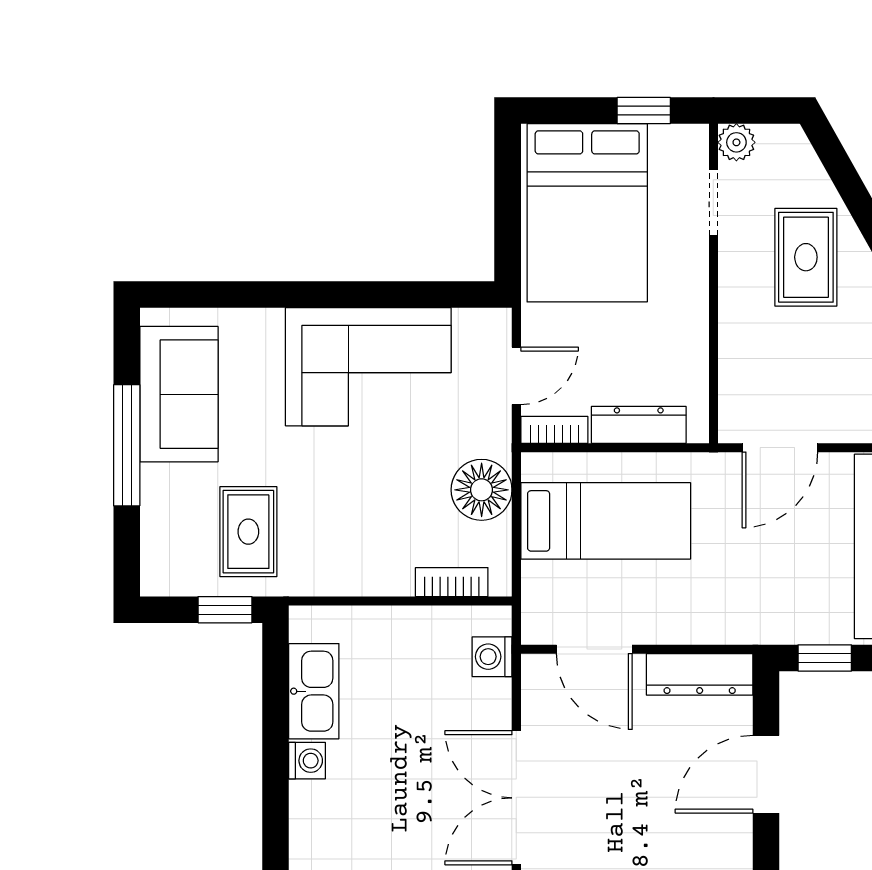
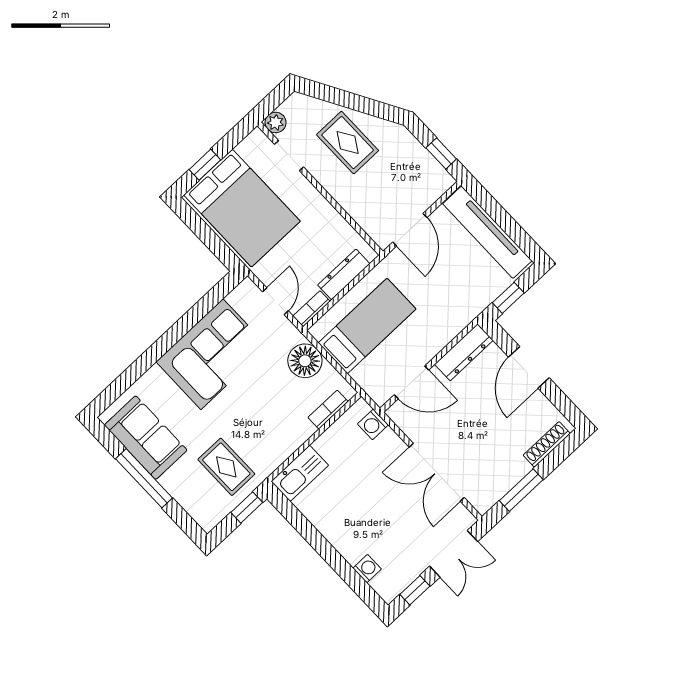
window: (644, 111) -> (205, 165), moved
kitchen sink: (314, 691) -> (300, 473), moved, turned 90
washing machine: (307, 761) -> (367, 569), moved

